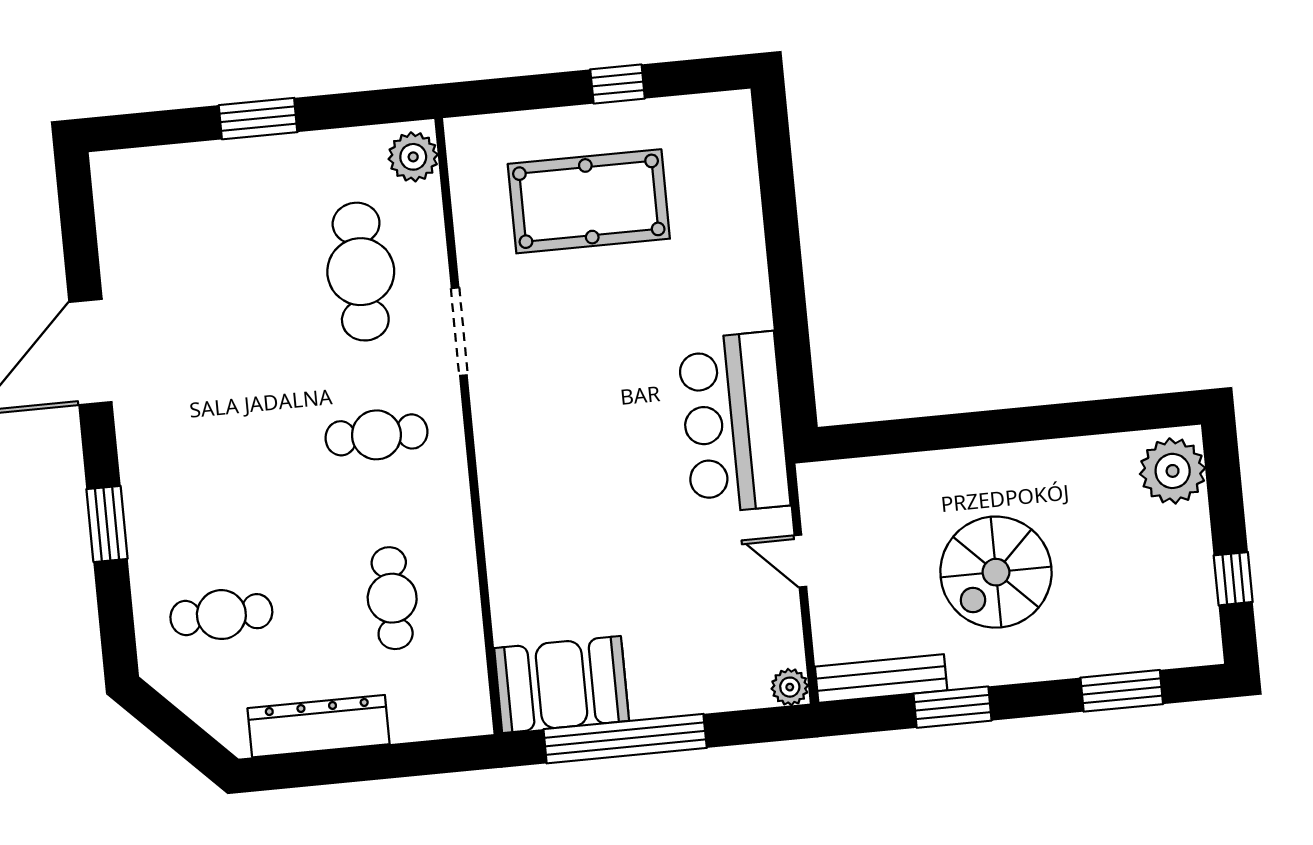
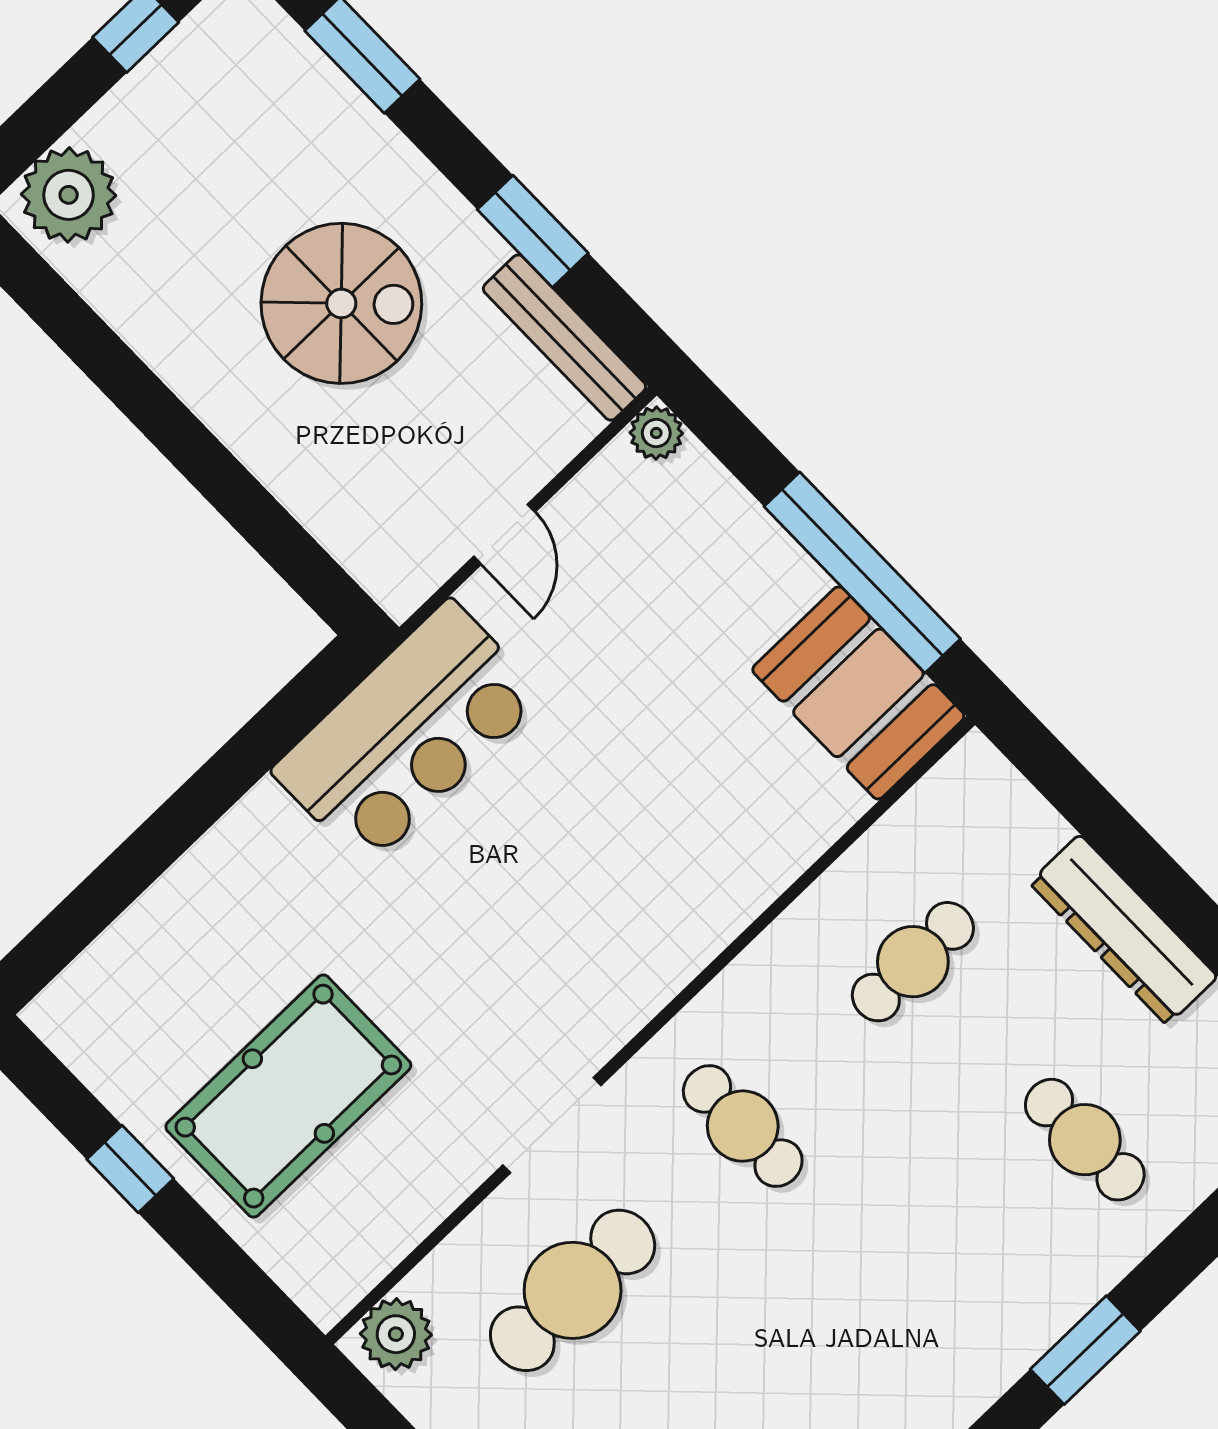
pool table: (589, 201) -> (288, 1096), turned 90

